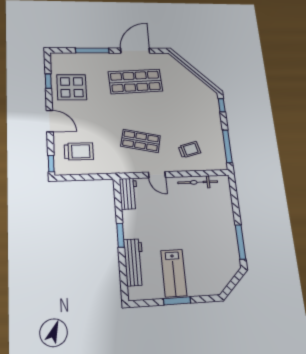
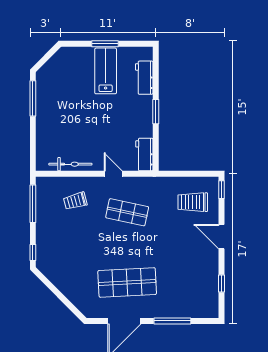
display table: (72, 87) -> (197, 276), removed
workbench: (134, 262) -> (144, 78), width x0.73

